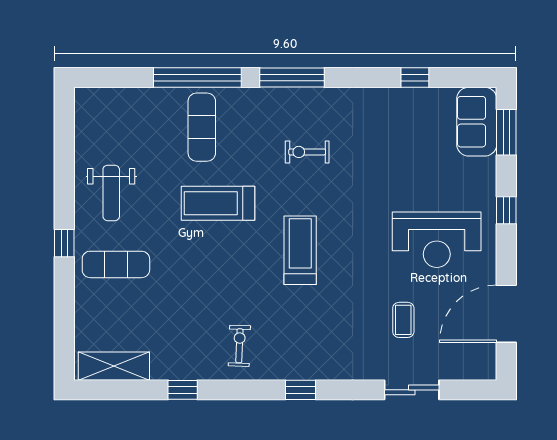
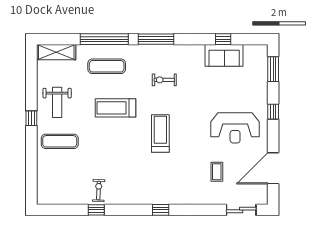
sofa: (477, 122) -> (224, 55), moved, turned -90
exercise mat: (202, 127) -> (107, 66), turned 90
window: (64, 243) -> (31, 118), moved
exercise bike: (239, 346) -> (99, 191), moved
shelving: (114, 366) -> (56, 52), moved
sliding door: (412, 390) -> (241, 210), moved

